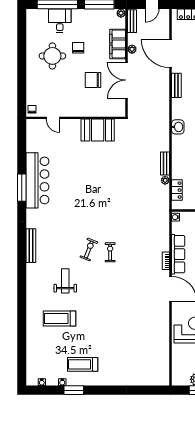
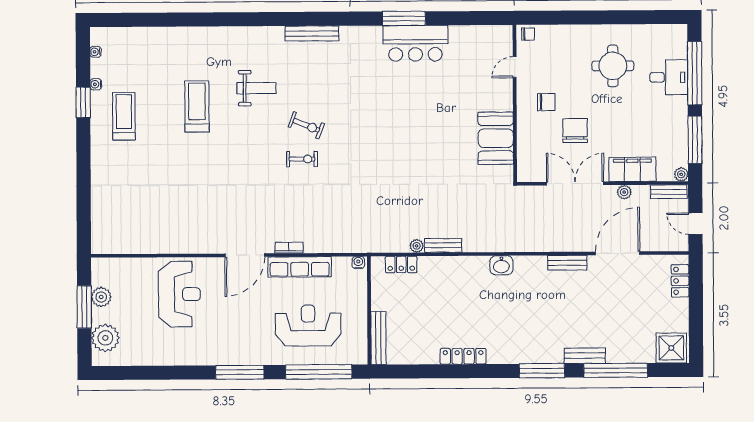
chair: (78, 48) -> (546, 102), moved
bar counter: (37, 180) -> (415, 43), width x0.73
treadmill: (59, 319) -> (197, 106), moved

